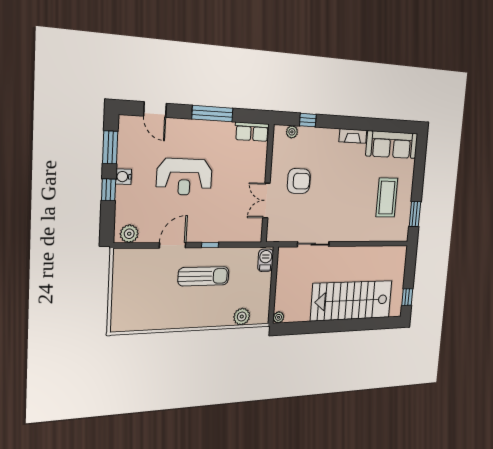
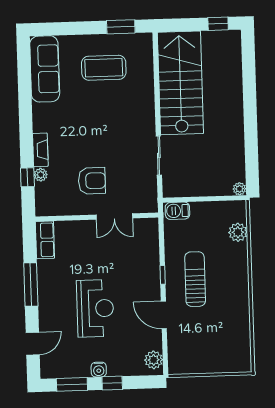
plant: (292, 132) -> (41, 175), moved
fireplace: (353, 136) -> (40, 150), moved
armchair: (299, 181) -> (92, 181), turned 90
stairs: (352, 301) -> (180, 83), moved, turned 180

